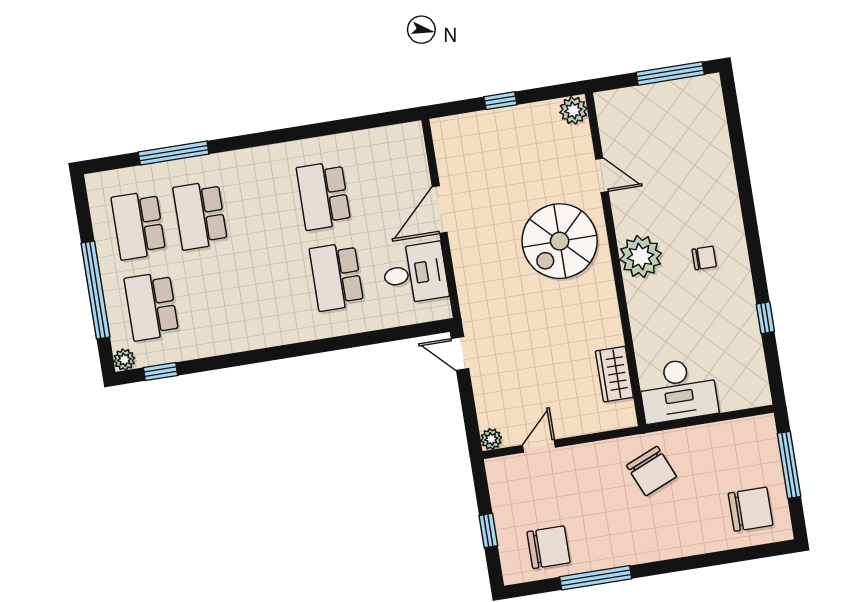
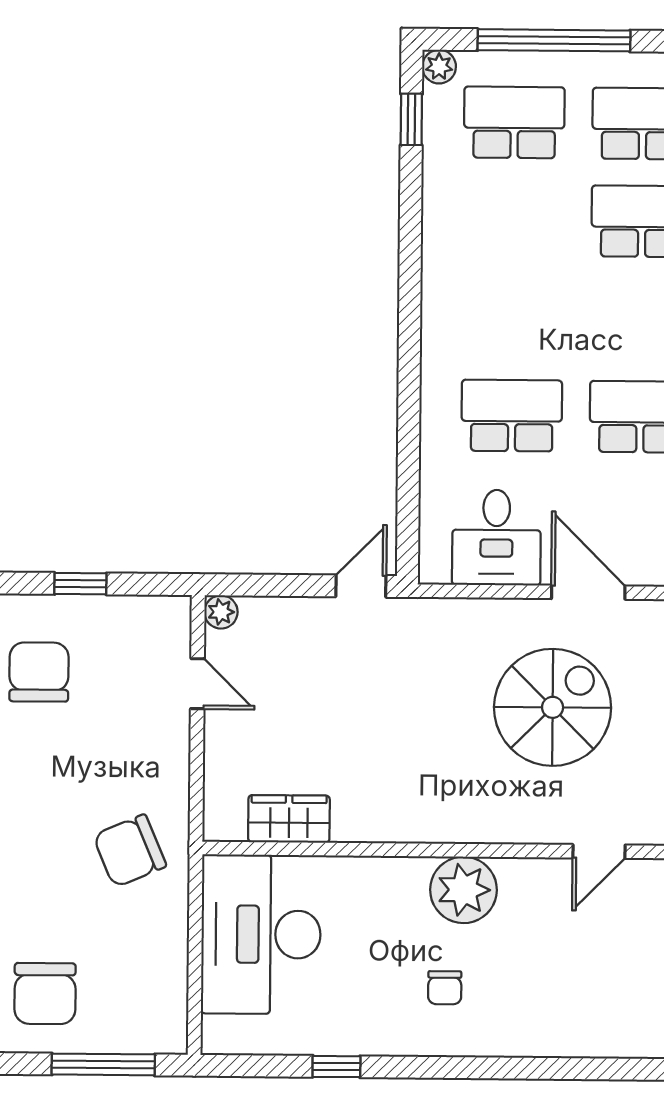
spiral stairs: (560, 241) -> (553, 707), moved, turned 90
desk: (678, 390) -> (261, 934), width x1.36, depth x1.30
chair: (548, 547) -> (39, 672), turned 180

